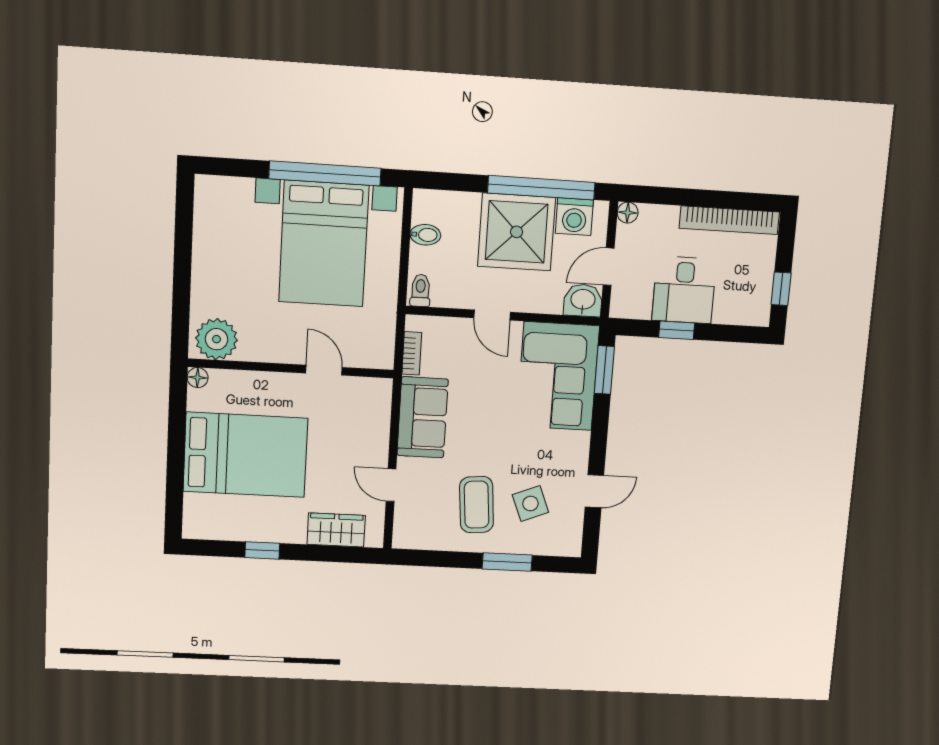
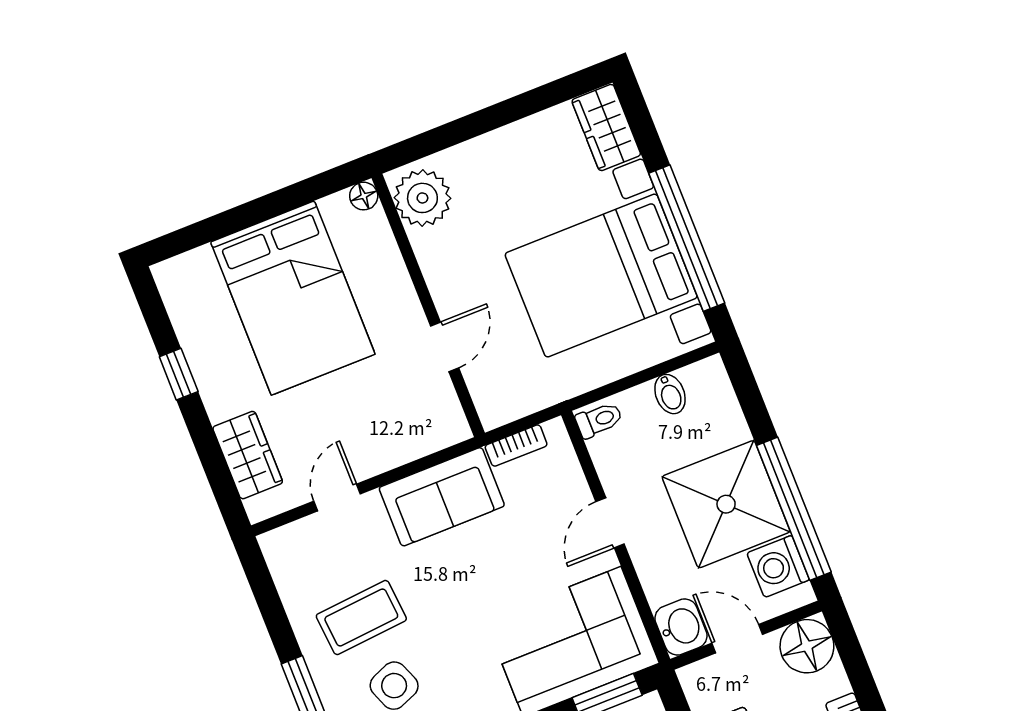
wardrobe: (224, 193) -> (606, 127), added
floor lamp: (628, 213) -> (807, 646), width x1.89, depth x1.89

